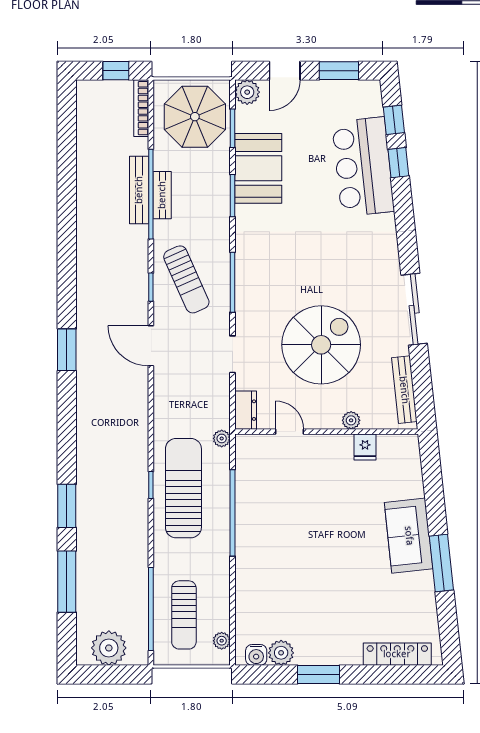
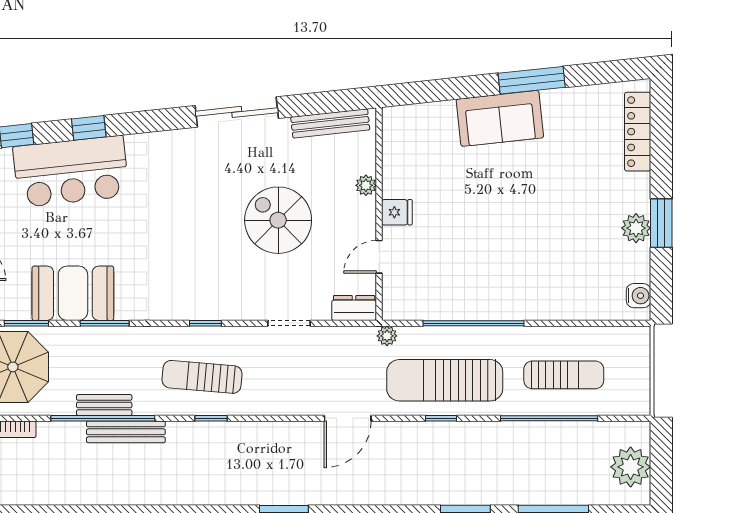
window: (398, 163) -> (89, 128), moved
bench: (139, 190) -> (126, 432), moved
sun lounger: (186, 279) -> (202, 377), turned -151
window: (233, 282) -> (205, 323), width x0.46
spiral stairs: (321, 345) -> (278, 220), width x0.73, depth x0.73
door: (151, 346) -> (348, 418), moved
fridge: (365, 447) -> (397, 212), moved
window: (151, 609) -> (549, 418), moved
sun lounger: (184, 615) -> (564, 375), moved
plant: (222, 641) -> (622, 336), removed
plant: (281, 653) -> (636, 228), moved

